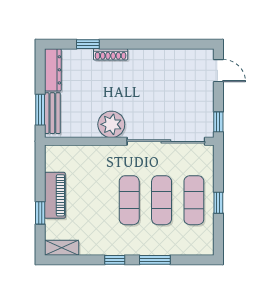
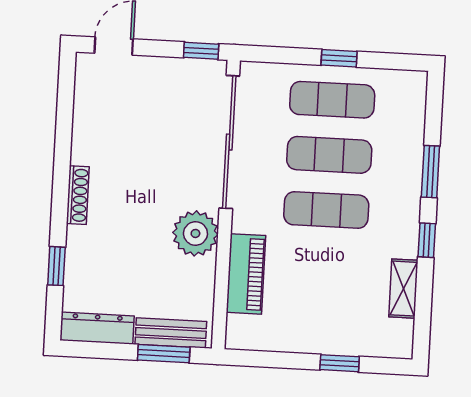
shoe rack: (111, 54) -> (78, 195), moved
piano: (55, 195) -> (246, 274), moved, turned 90
shelving: (62, 248) -> (403, 289), moved

